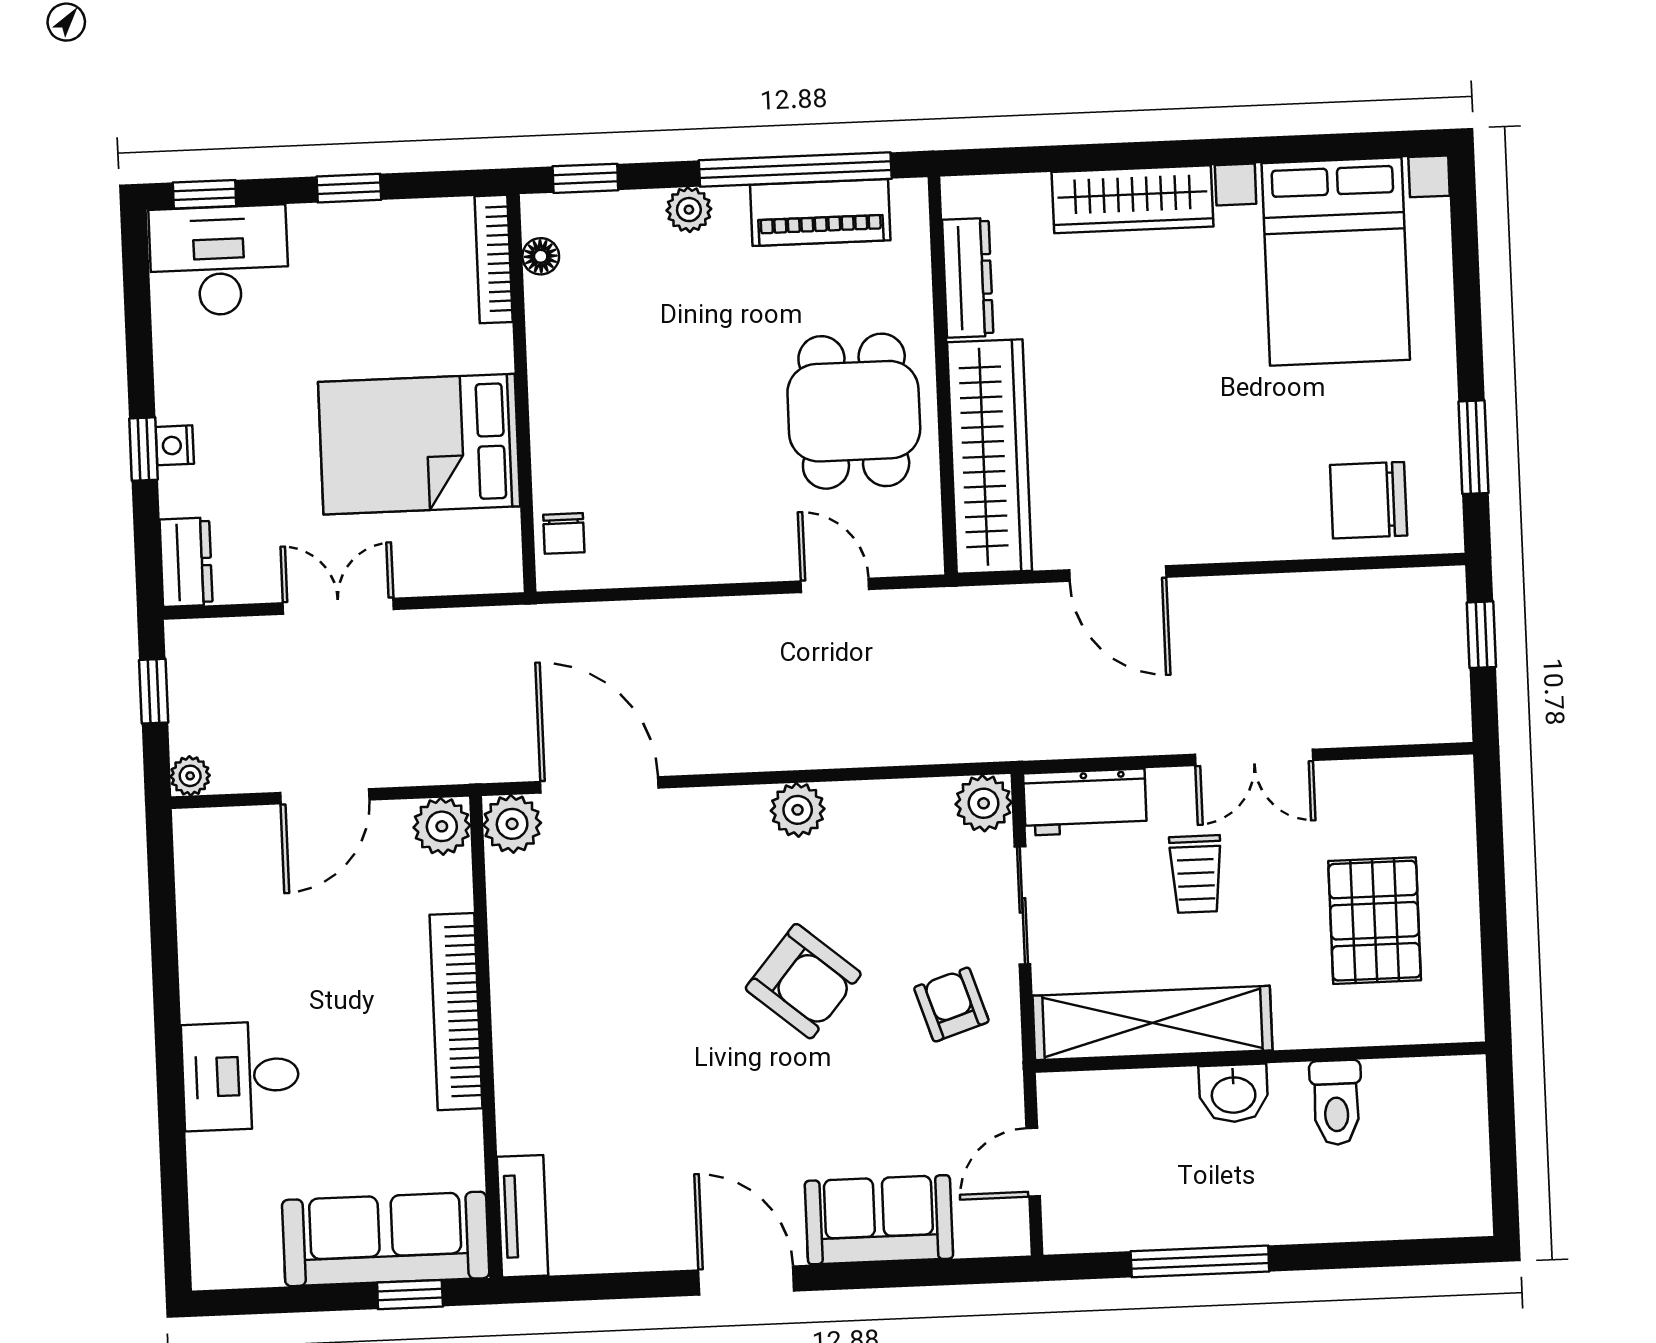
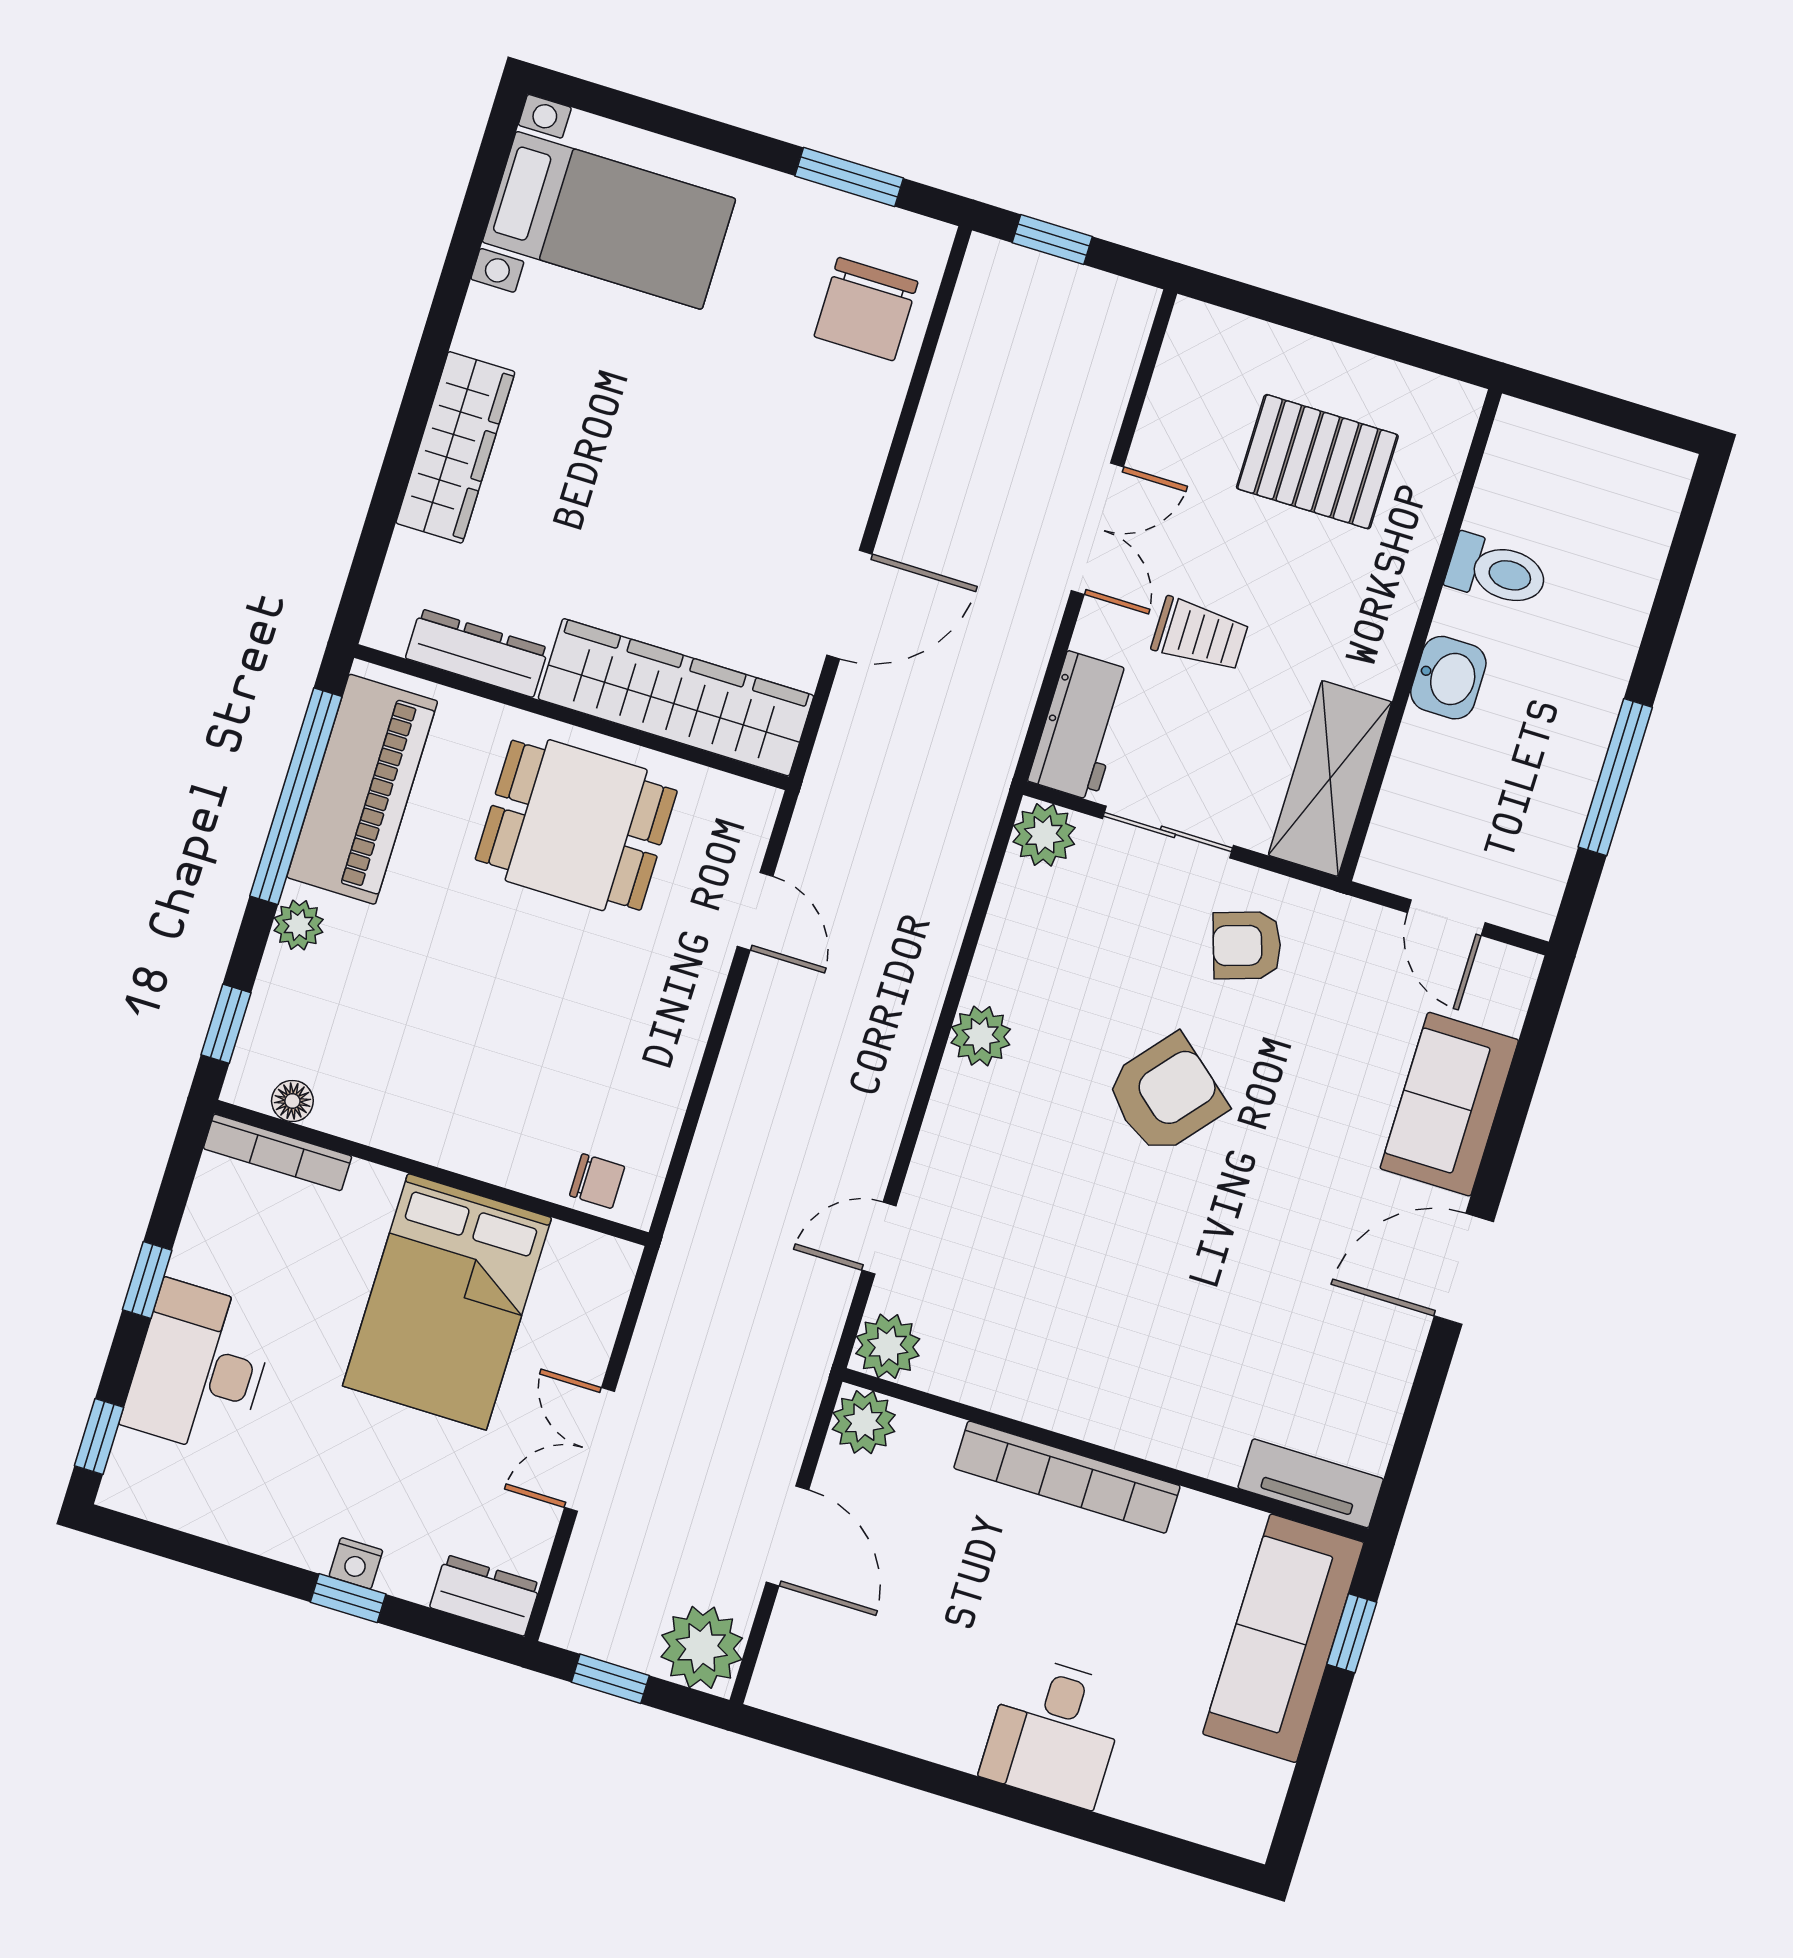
piano: (820, 212) -> (362, 789), width x1.37, depth x1.33
desk: (219, 261) -> (199, 1368), moved
bed with nightstands: (1336, 262) -> (609, 220), width x0.73
door: (835, 585) -> (755, 911), swing flipped
plant: (190, 776) -> (702, 1647), width x1.88, depth x1.88
door: (599, 785) -> (879, 1238), width x0.53
shelving: (1152, 1023) -> (1330, 779), width x0.68

